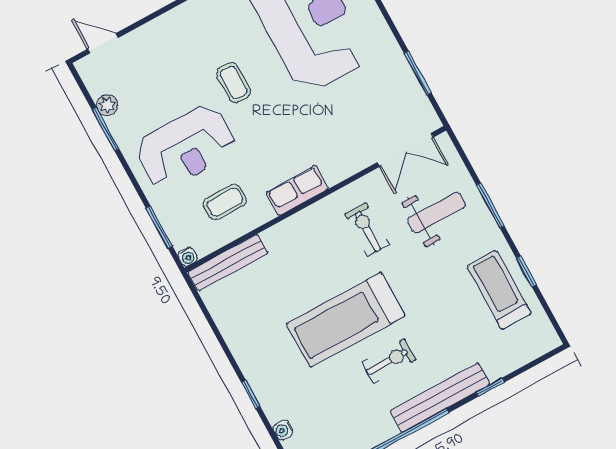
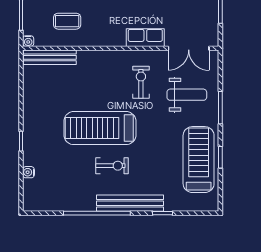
row of seats: (297, 191) -> (145, 38), moved
treadmill: (499, 290) -> (199, 160), width x1.37, depth x1.38

